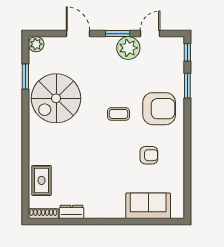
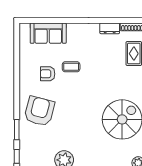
armchair: (159, 109) -> (39, 111), turned 105
coffee table: (119, 114) -> (71, 67), moved

